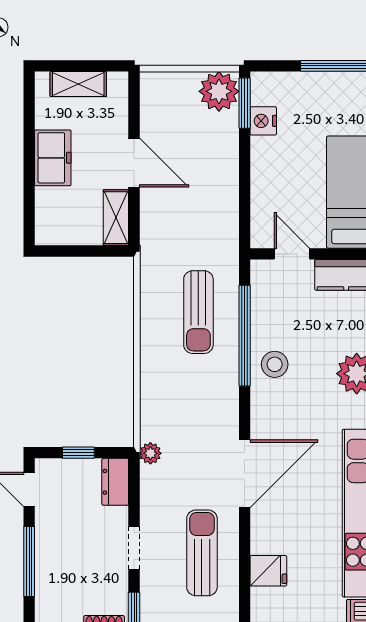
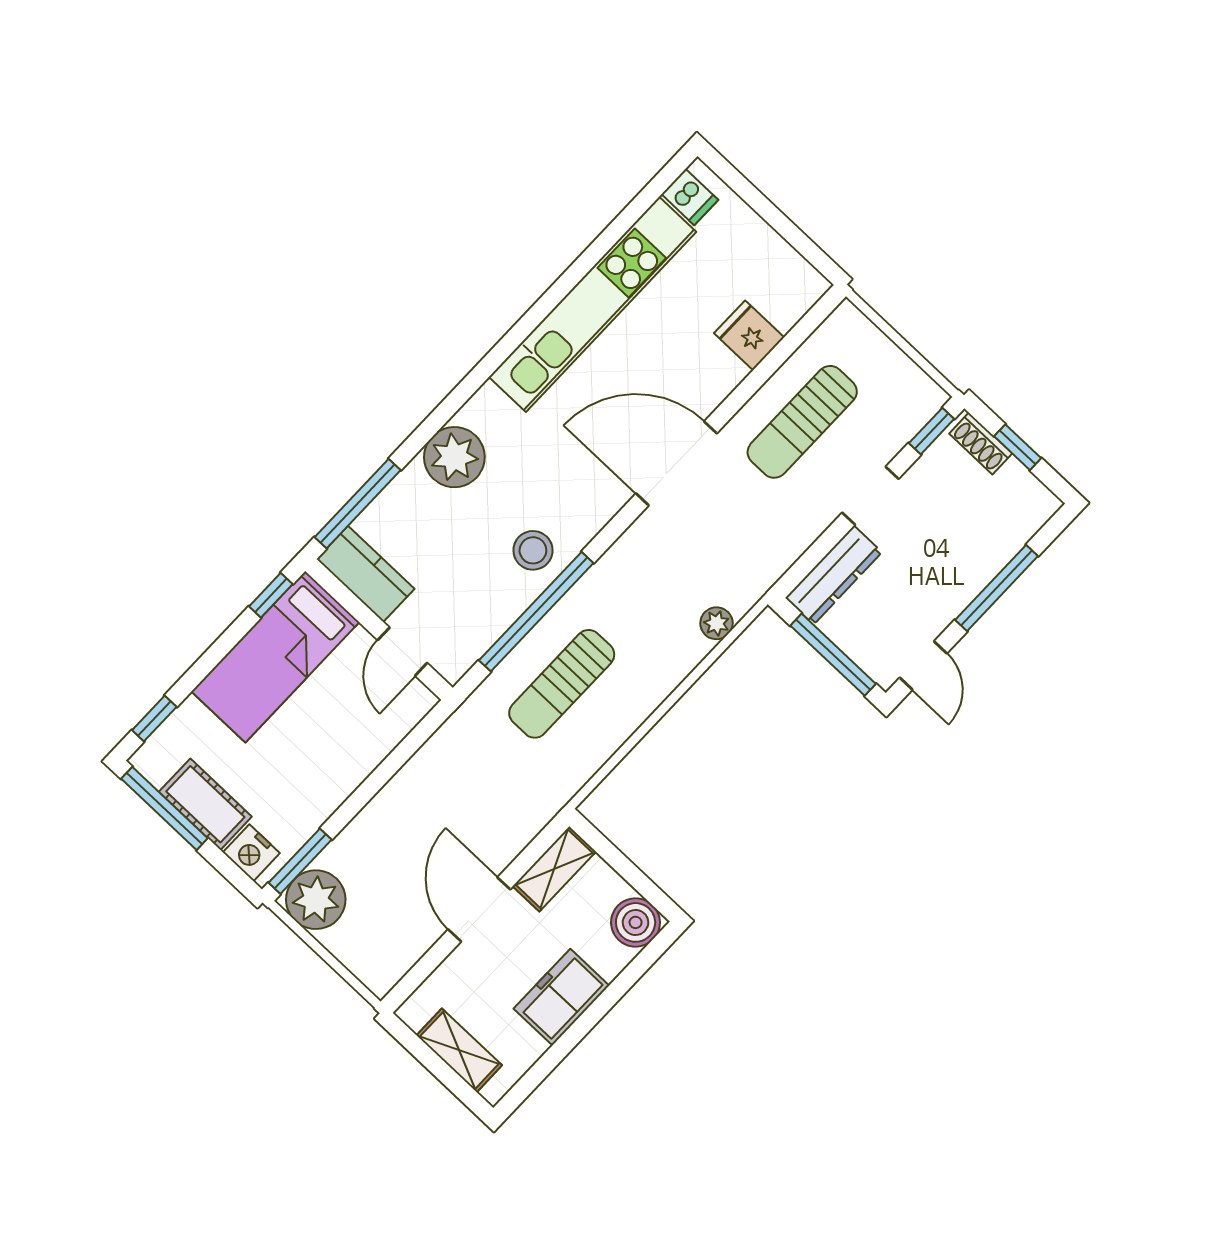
cot: (318, 87) -> (205, 804), added
nightstand: (263, 121) -> (251, 853), moved, turned 90
boiler: (51, 229) -> (636, 922), added
sun lounger: (198, 312) -> (562, 684), turned 180
window: (78, 453) -> (833, 655), width x2.17
plant: (150, 453) -> (716, 623), moved
dresser: (115, 482) -> (834, 575), width x1.44

